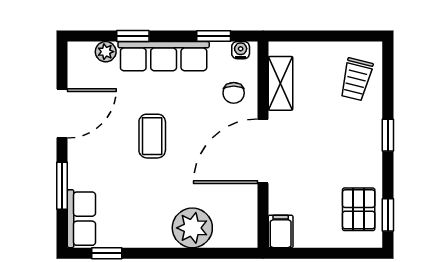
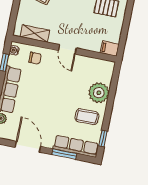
coffee table: (152, 136) -> (87, 117), moved
door: (263, 151) -> (67, 49), width x0.53
row of seats: (81, 219) -> (76, 146), width x1.48

